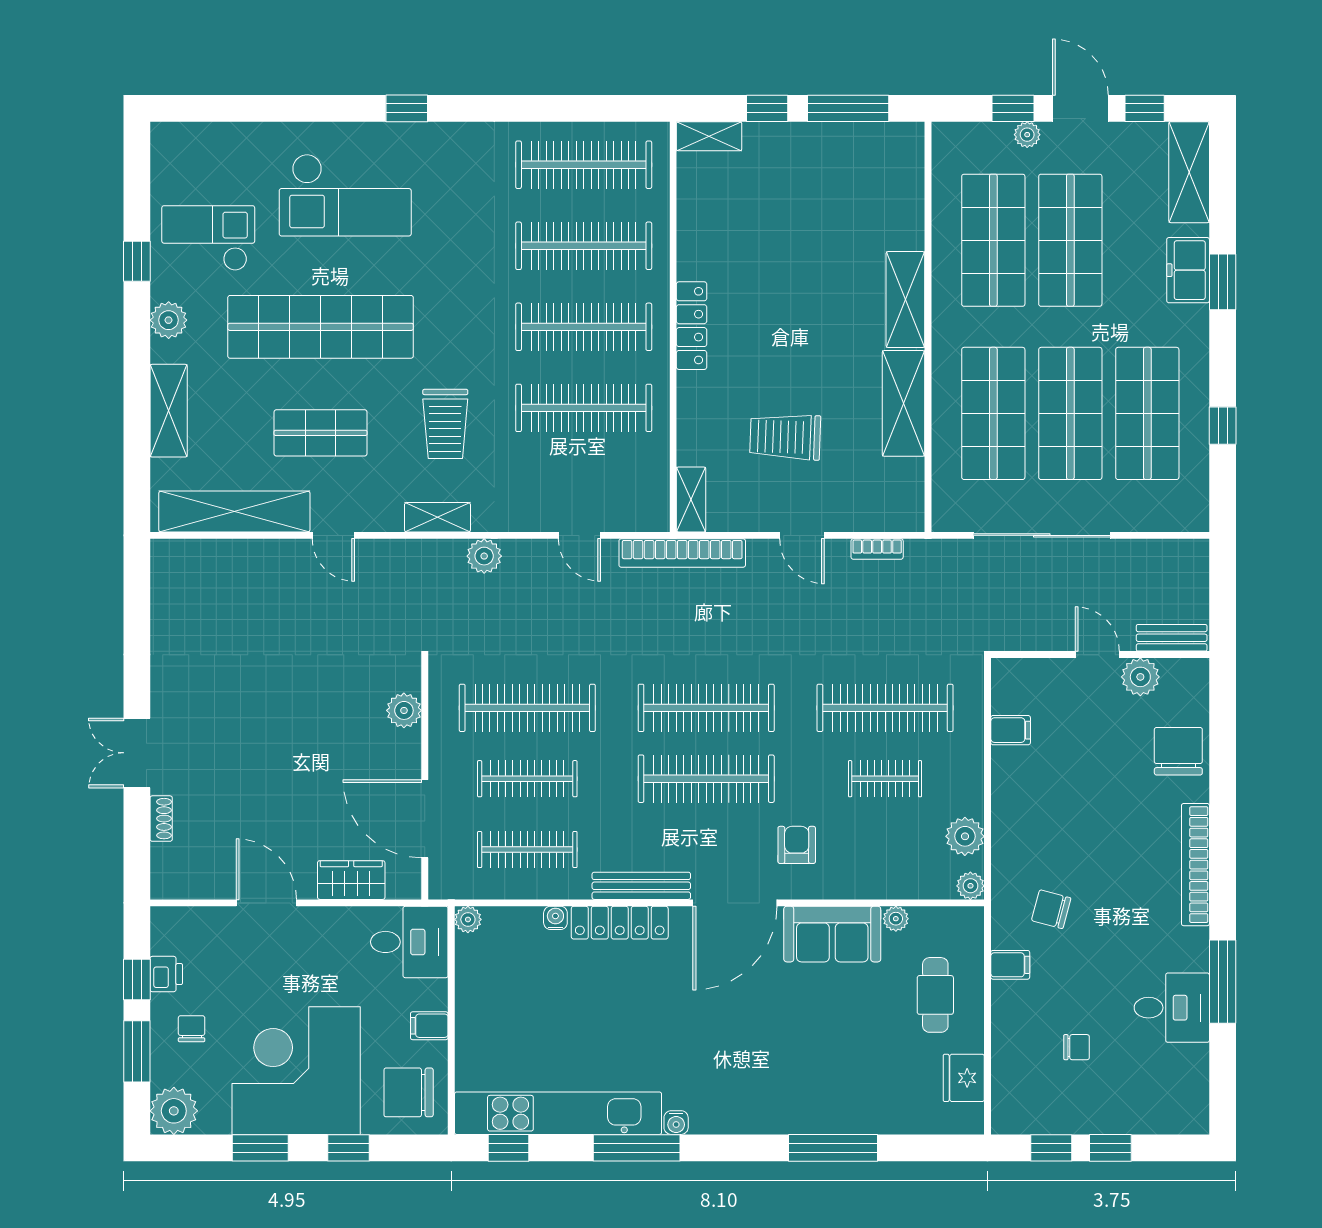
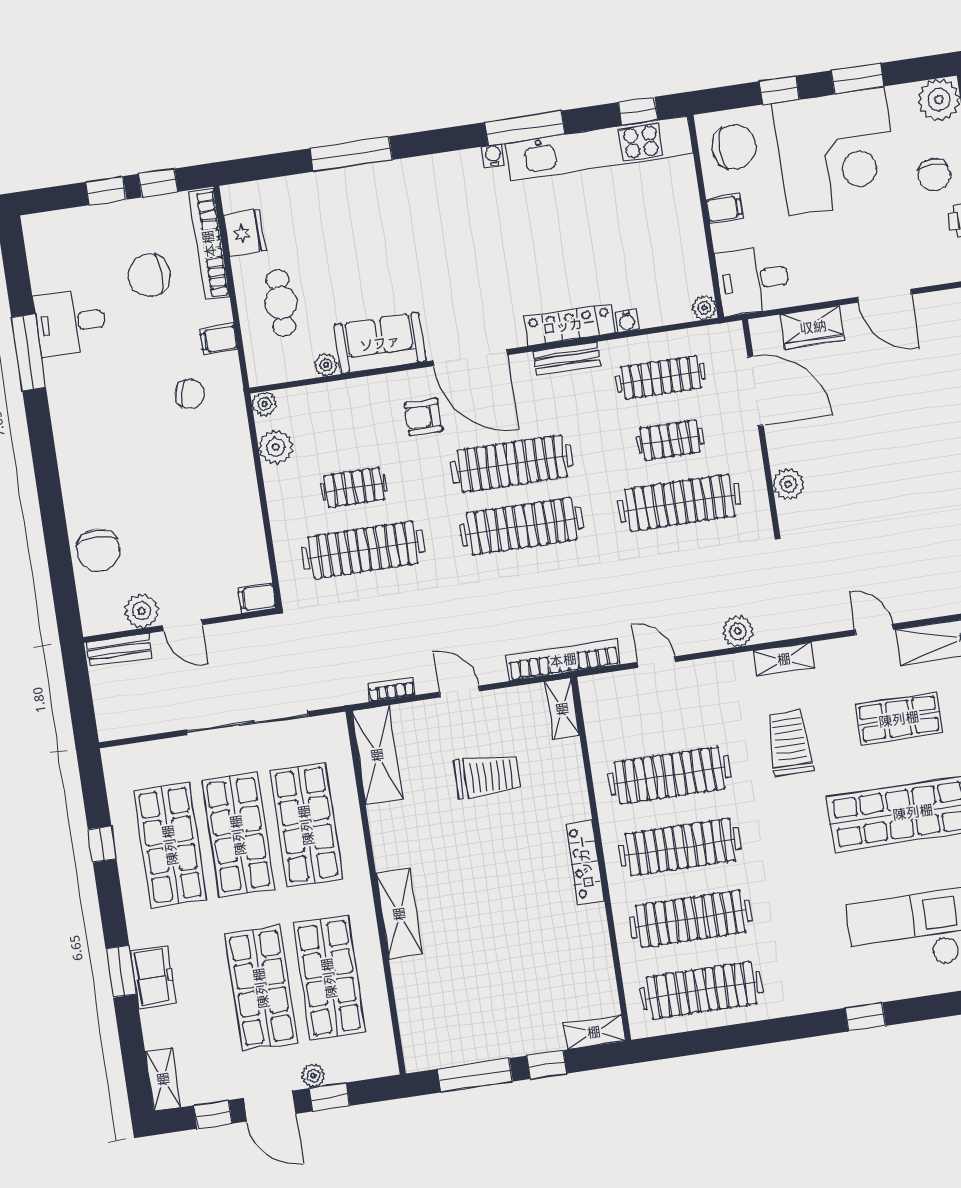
shelving: (1189, 172) -> (163, 1079), width x0.67, depth x0.75
shelving: (903, 403) -> (377, 755), moved
filing cabinet: (1011, 730) -> (257, 598), moved
clothes rail: (527, 779) -> (670, 440), width x0.73
armchair: (797, 845) -> (423, 417), turned 90
bookcase: (1195, 865) -> (209, 244), moved, turned 180
bench: (641, 886) -> (567, 359), width x0.73
door: (735, 903) -> (470, 358), swing flipped
chair: (192, 1029) -> (934, 175), width x1.37, depth x1.37
chair: (1077, 1047) -> (149, 275), width x1.87, depth x1.87

